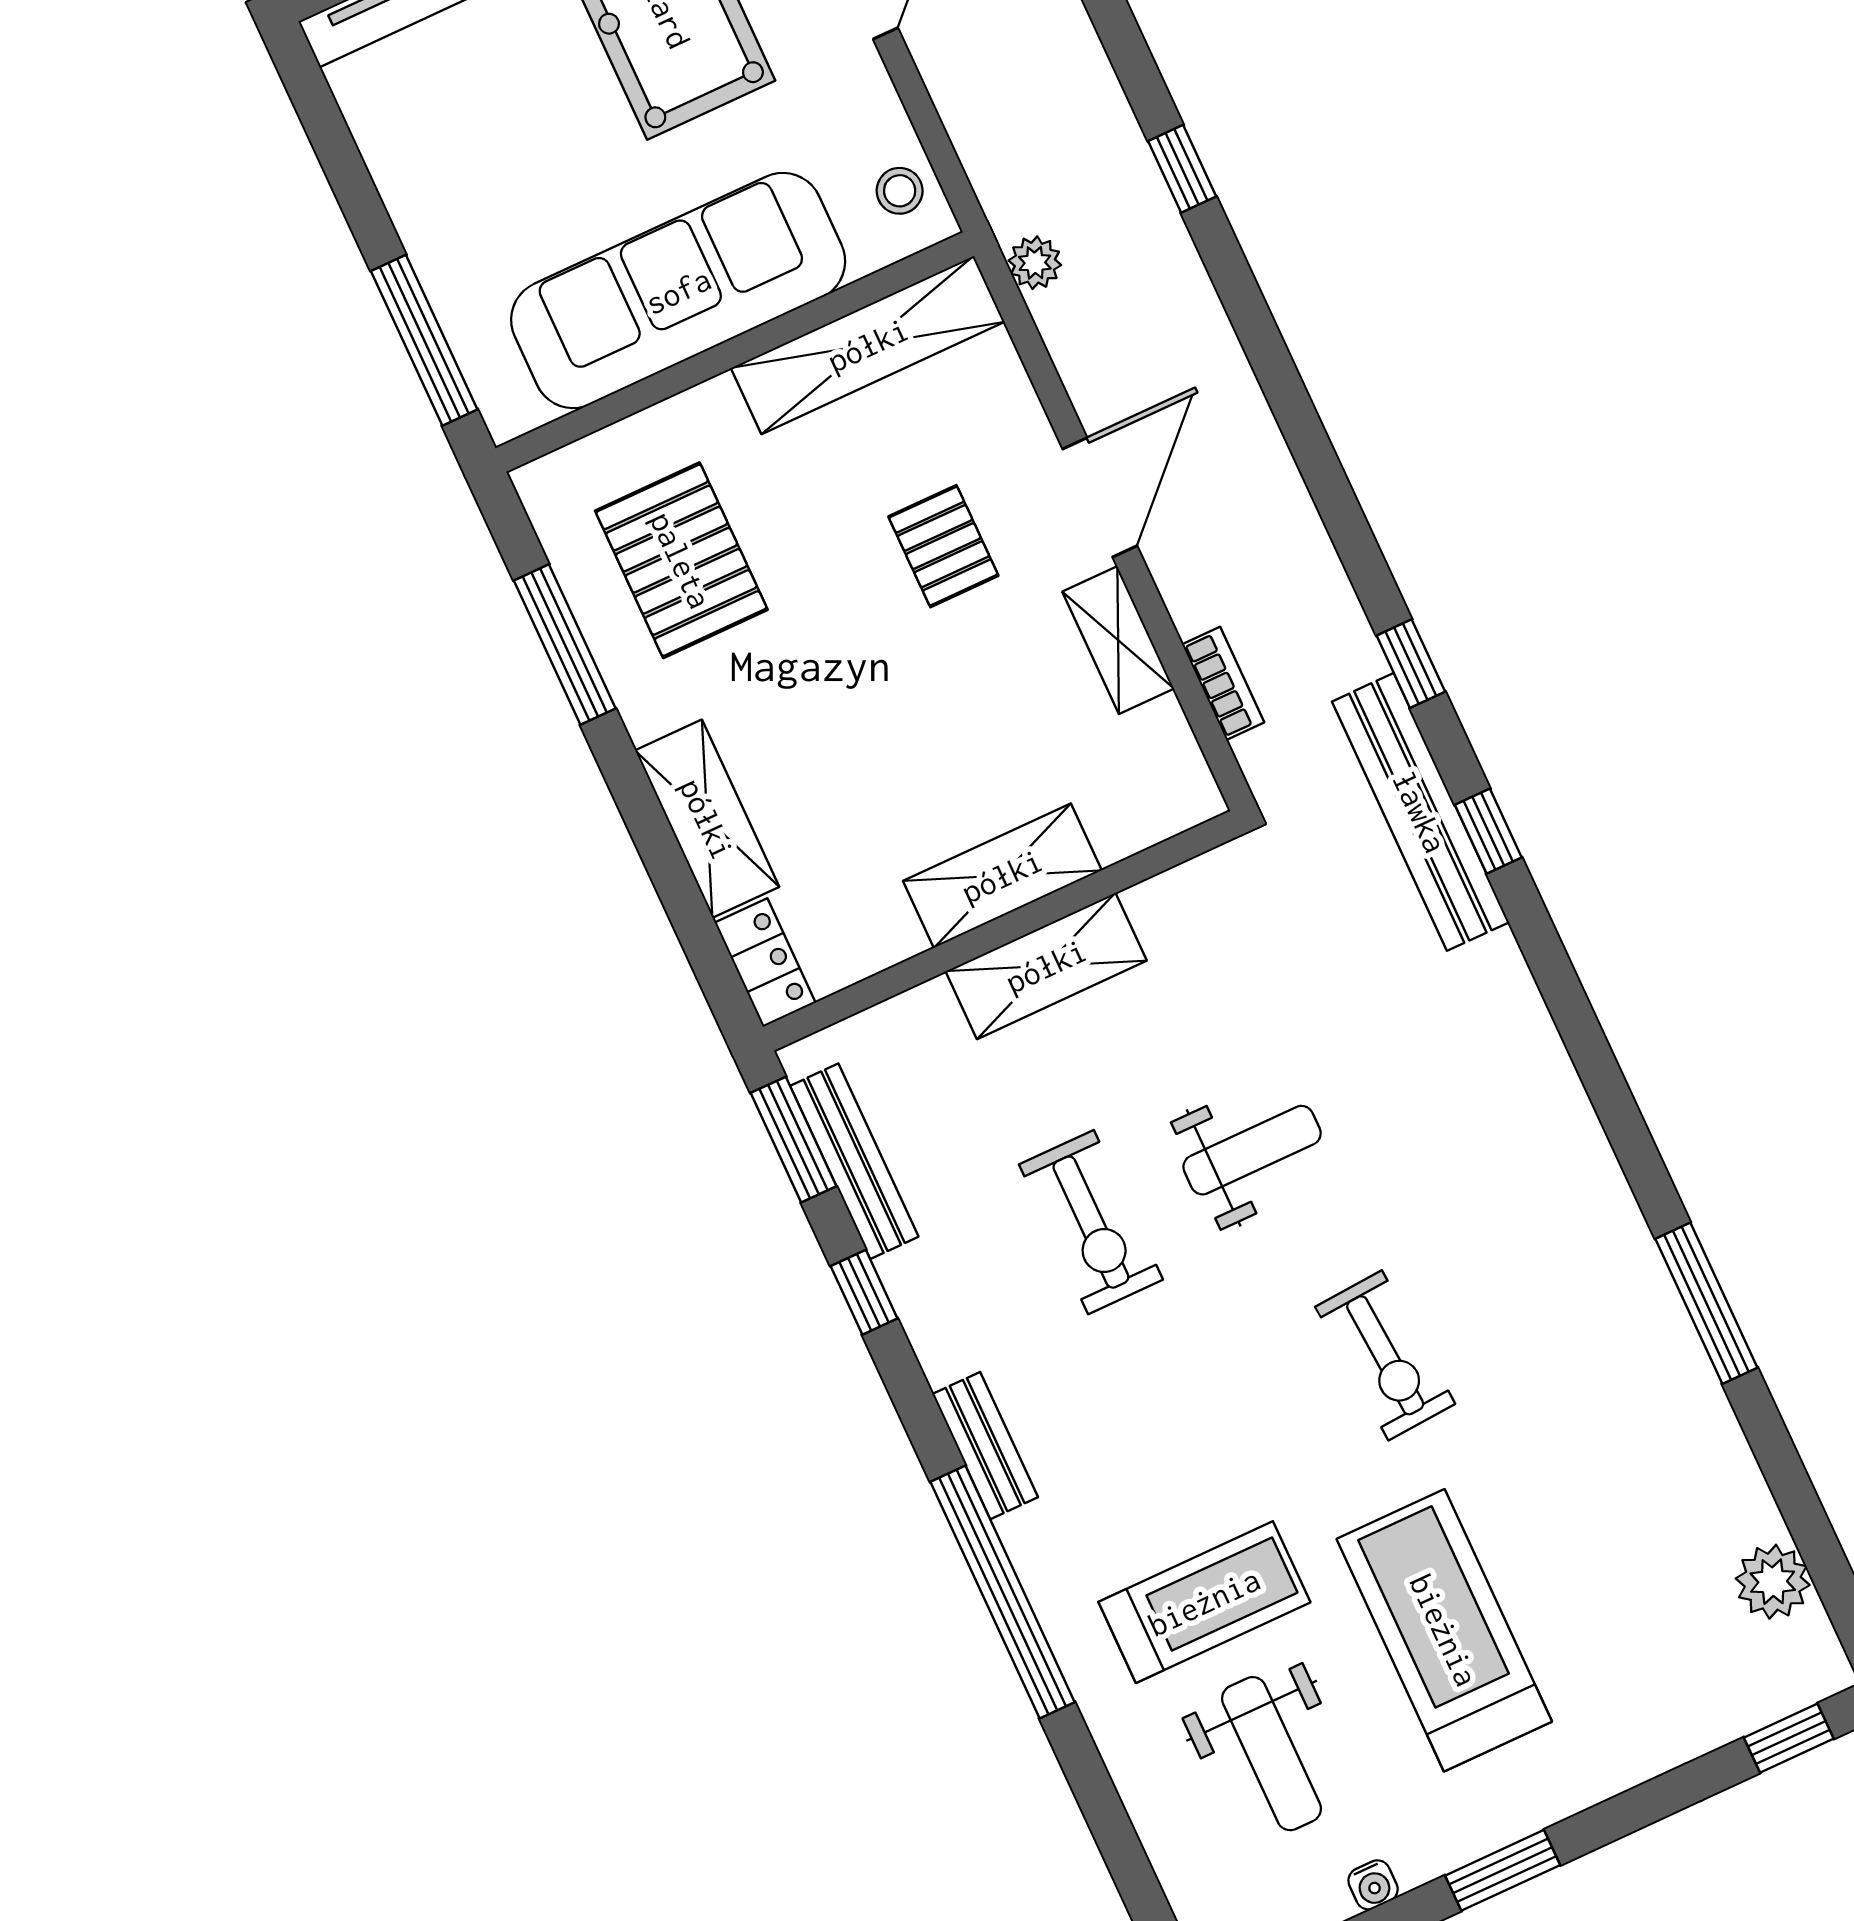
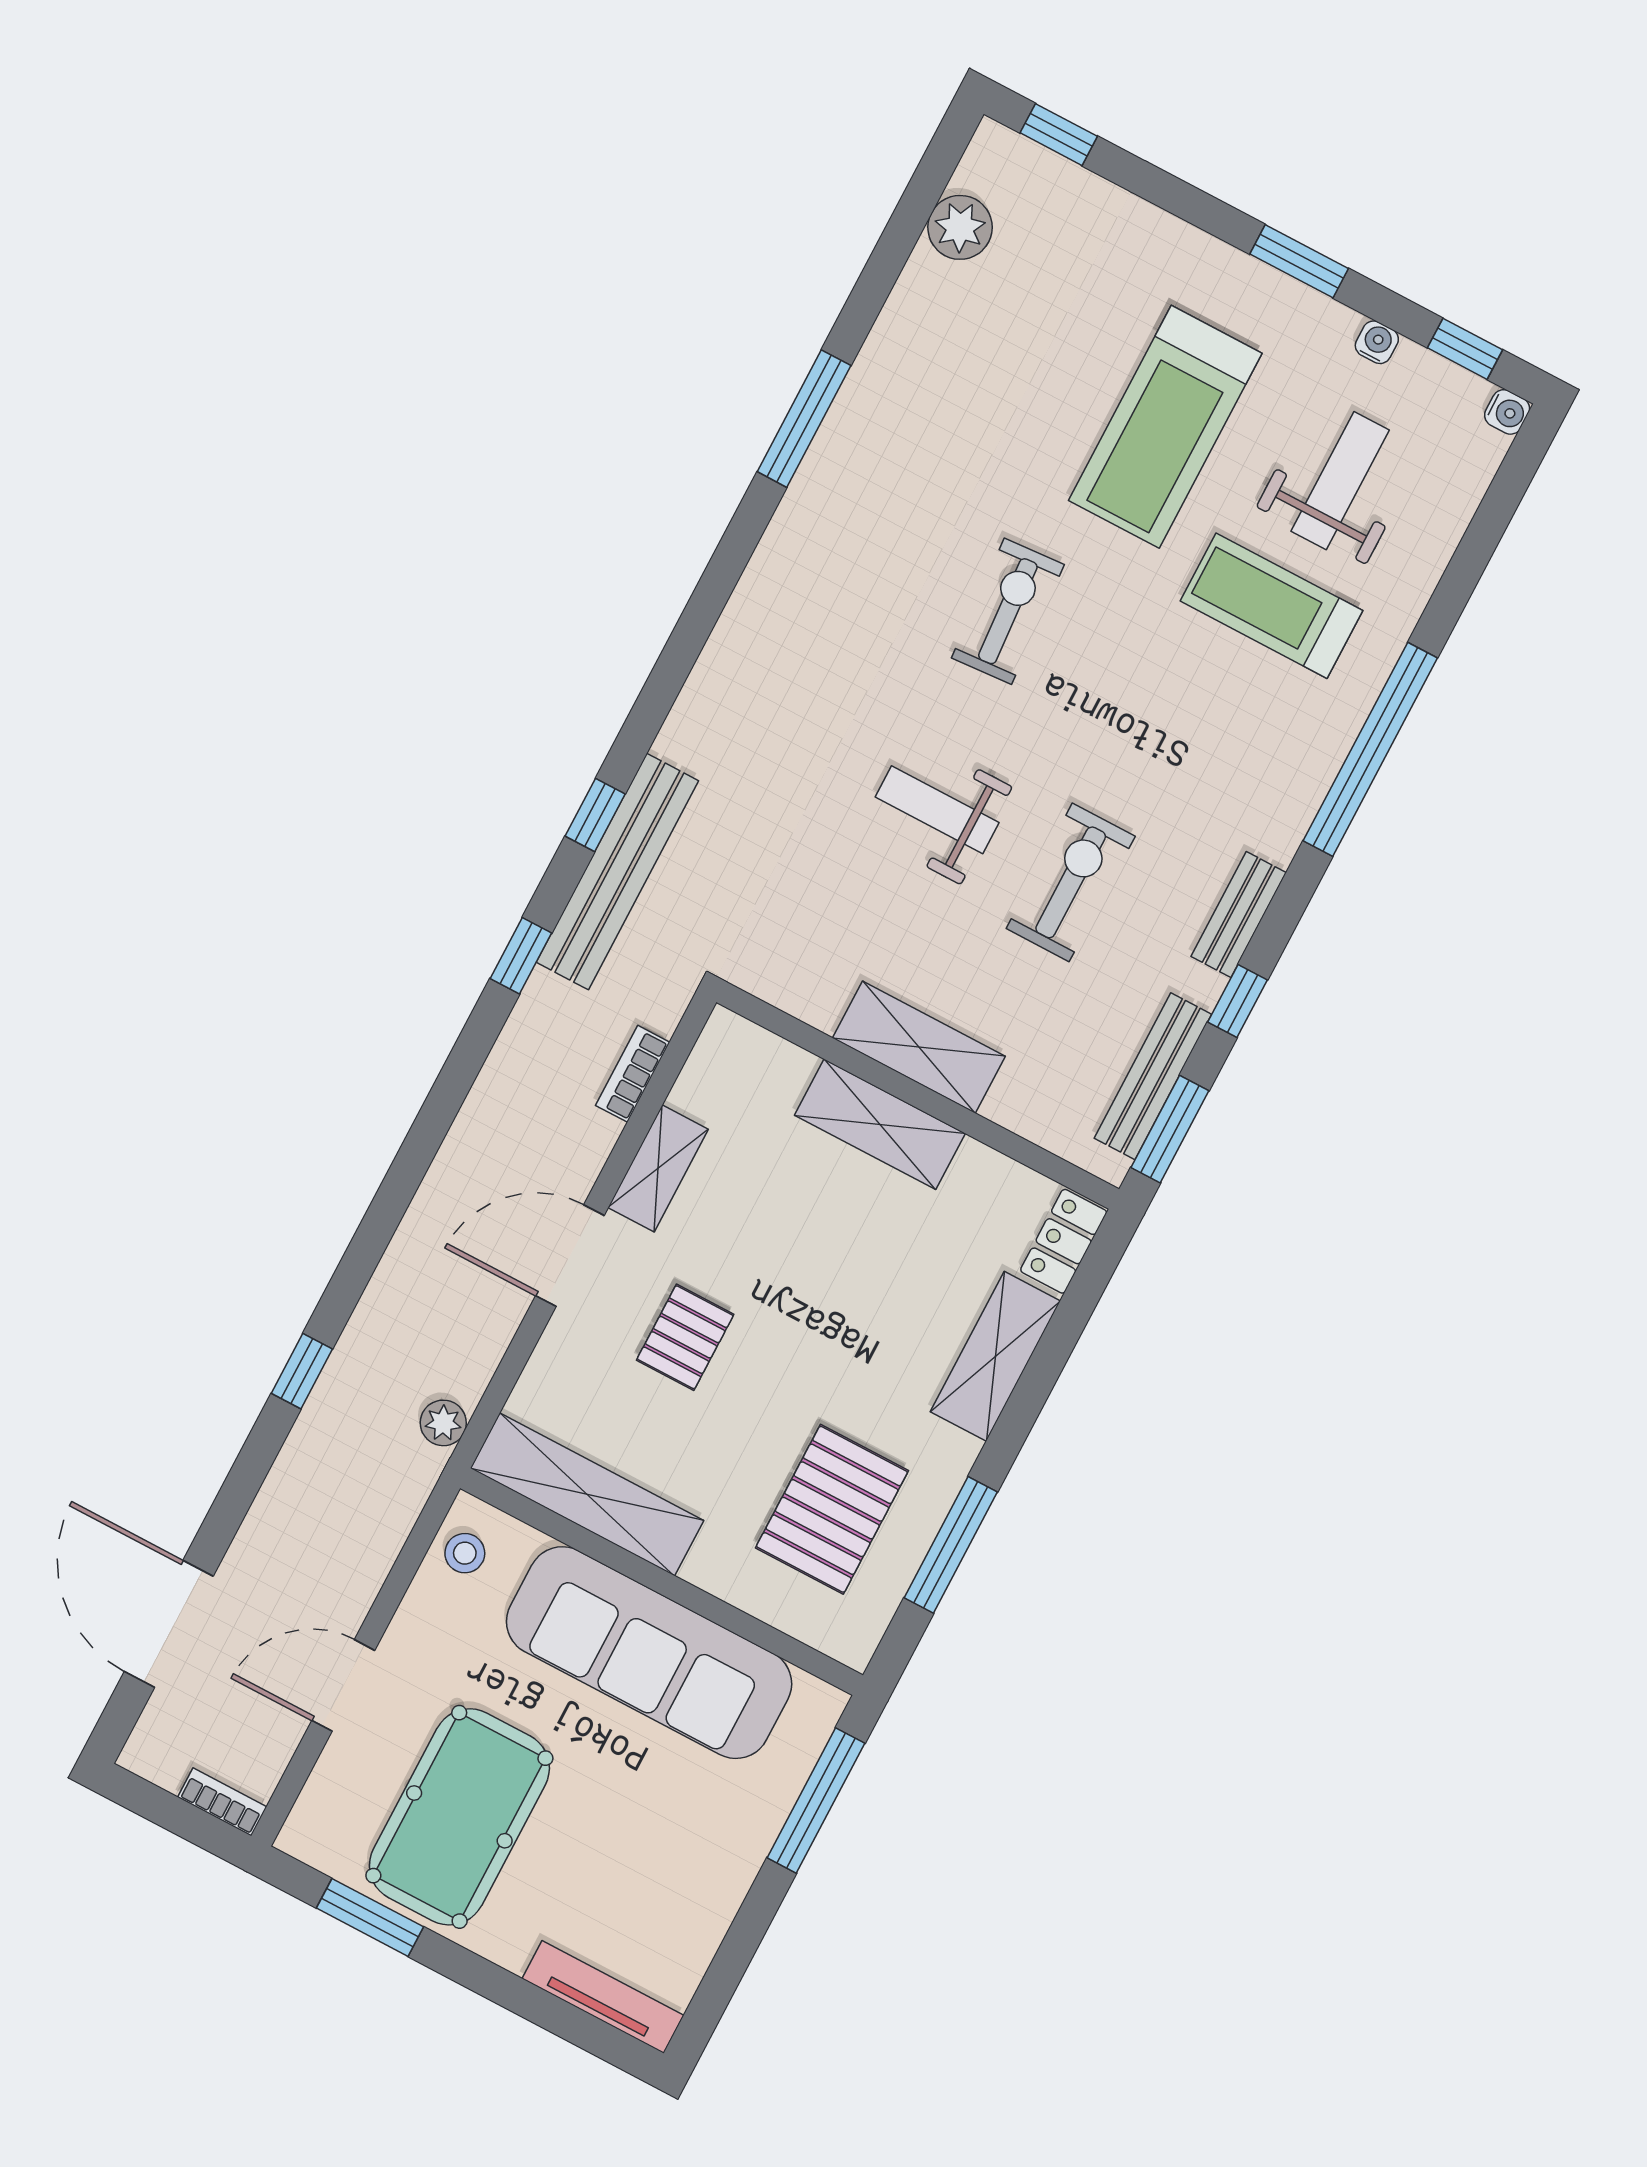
bench: (985, 1446) -> (1239, 914), moved

